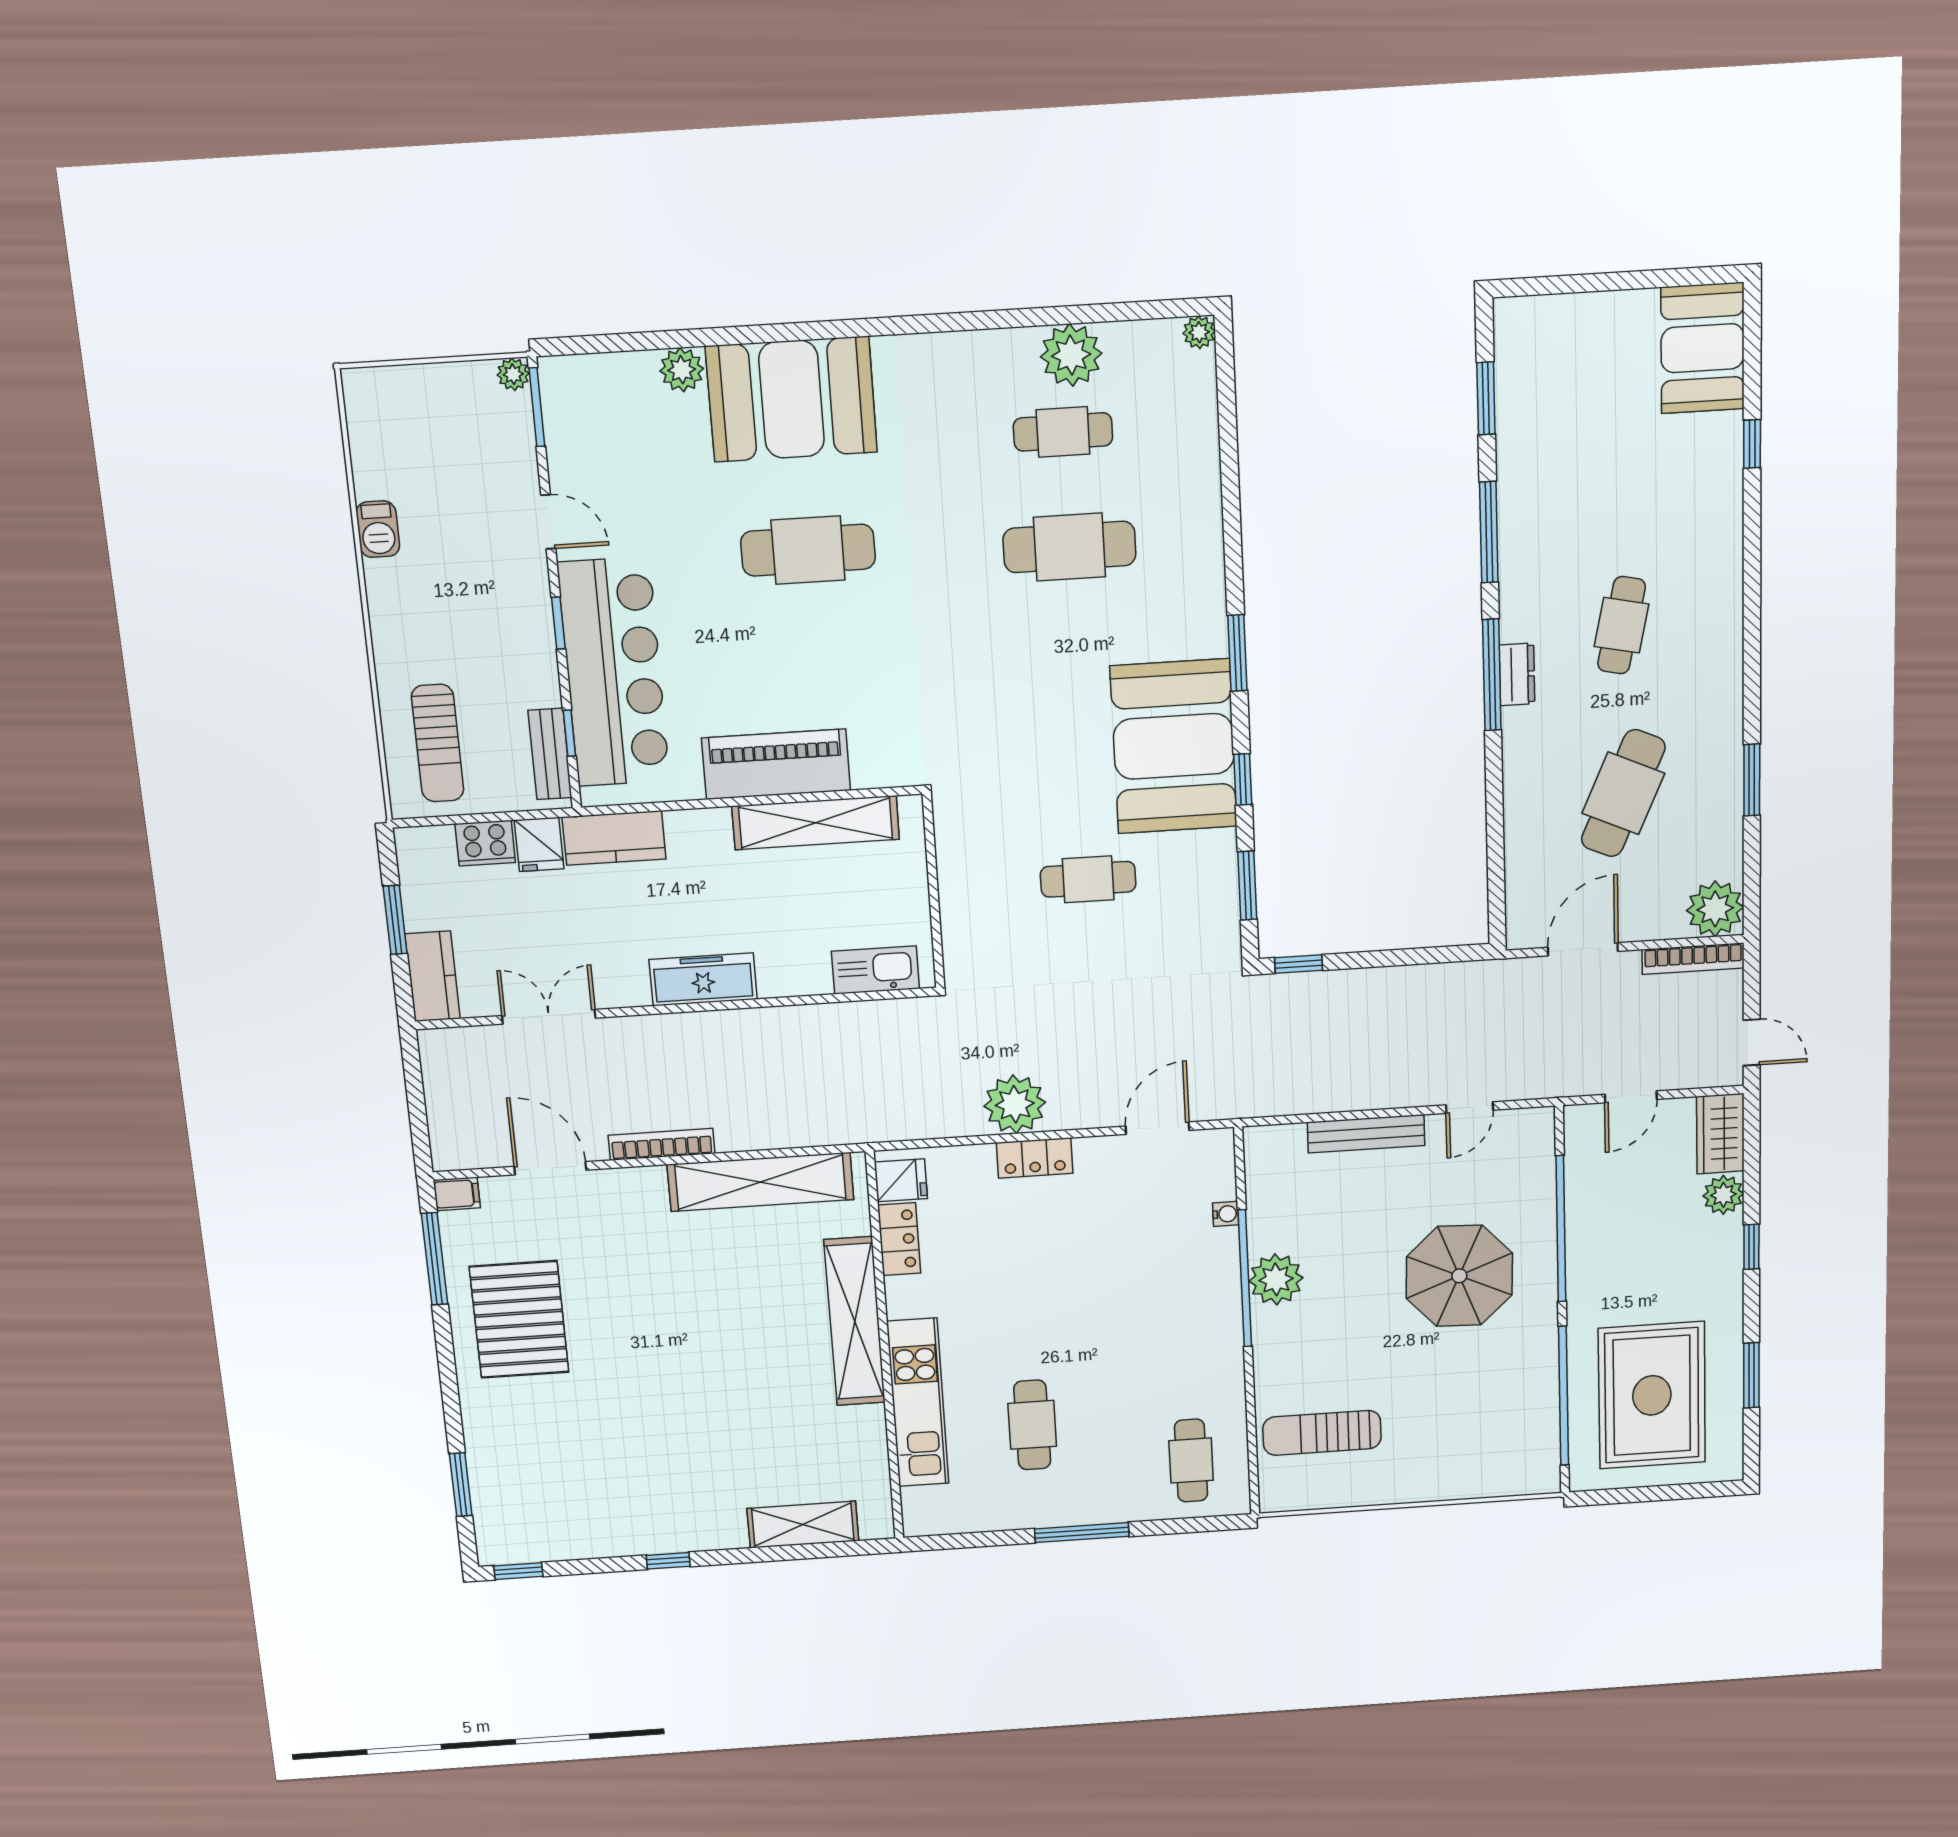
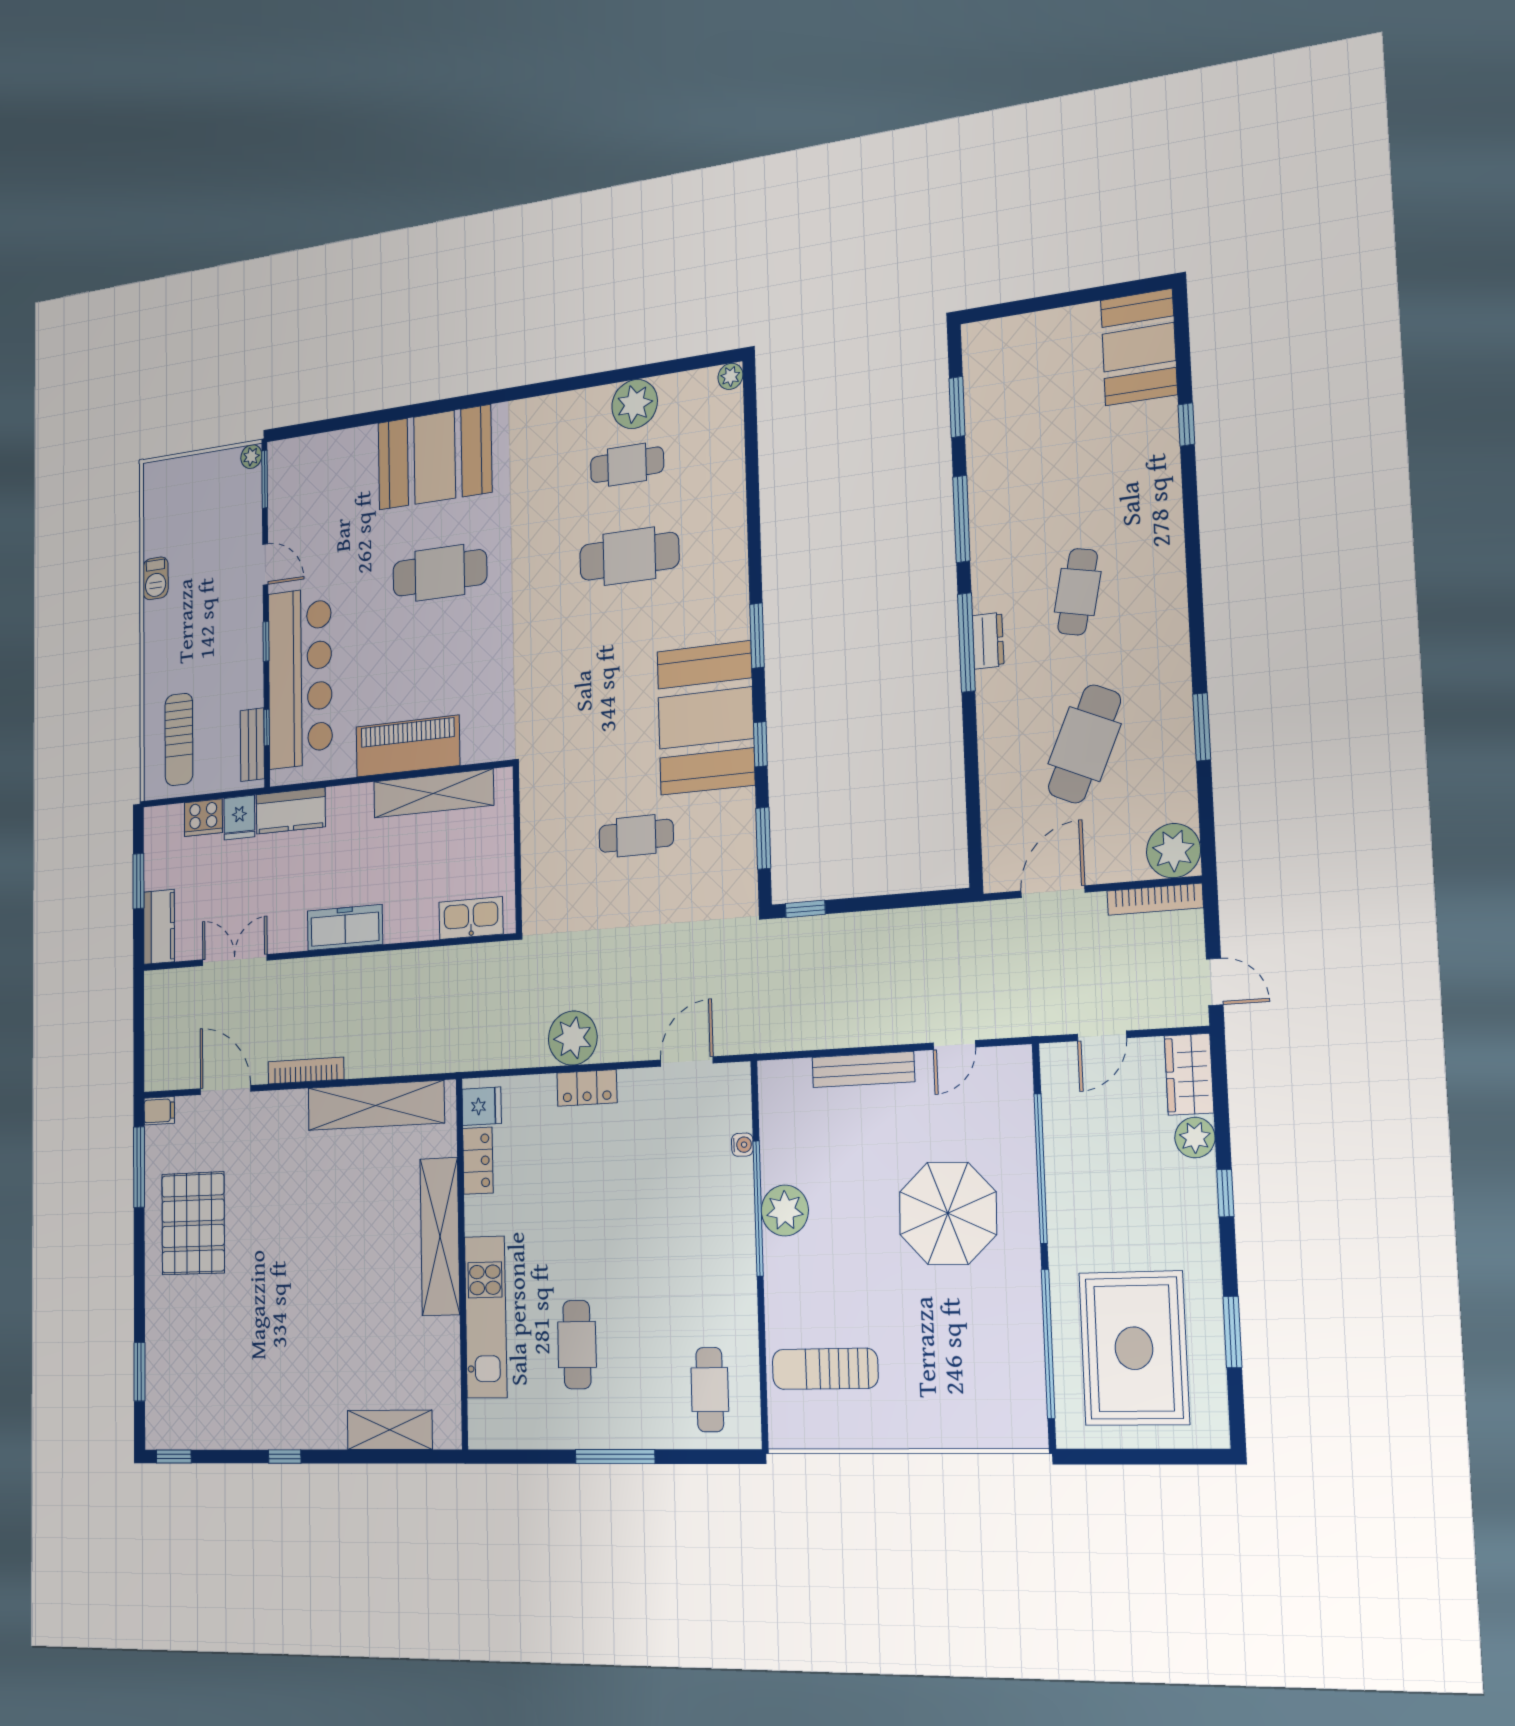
plant: (682, 370) -> (362, 442), removed

